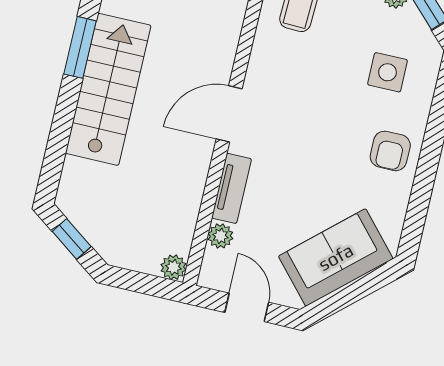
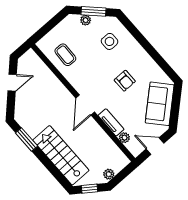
stairs: (108, 89) -> (61, 155), moved
armchair: (390, 151) -> (125, 81), moved
plant: (174, 267) -> (109, 174), moved

